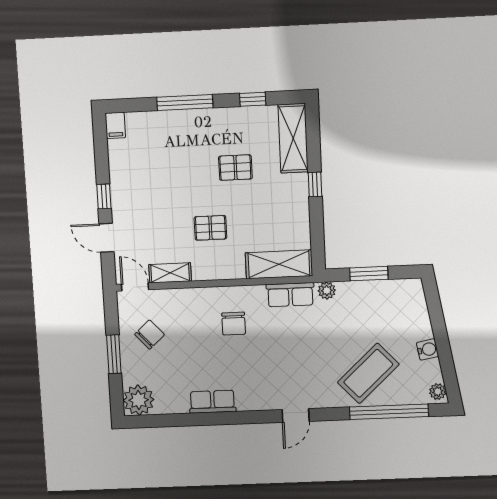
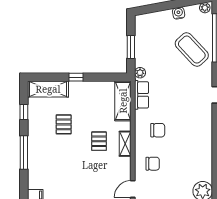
shelving: (170, 273) -> (125, 144), moved
chair: (150, 335) -> (153, 164), moved, turned 132
row of seats: (212, 402) -> (206, 146), removed

